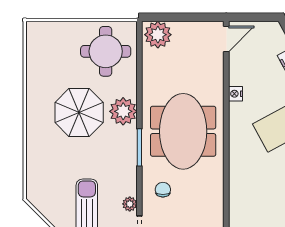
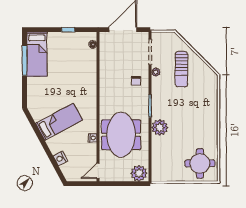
round table: (106, 51) -> (200, 163), moved
parasol: (79, 113) -> (186, 127), removed
meeting table: (183, 131) -> (121, 135), moved

